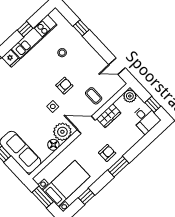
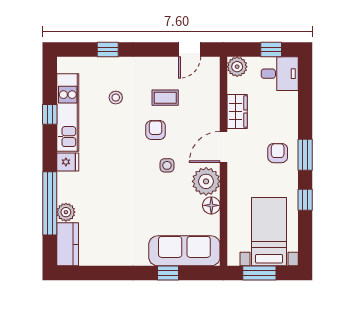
coffee table: (94, 96) -> (165, 98), moved
window: (86, 196) -> (305, 200), moved

